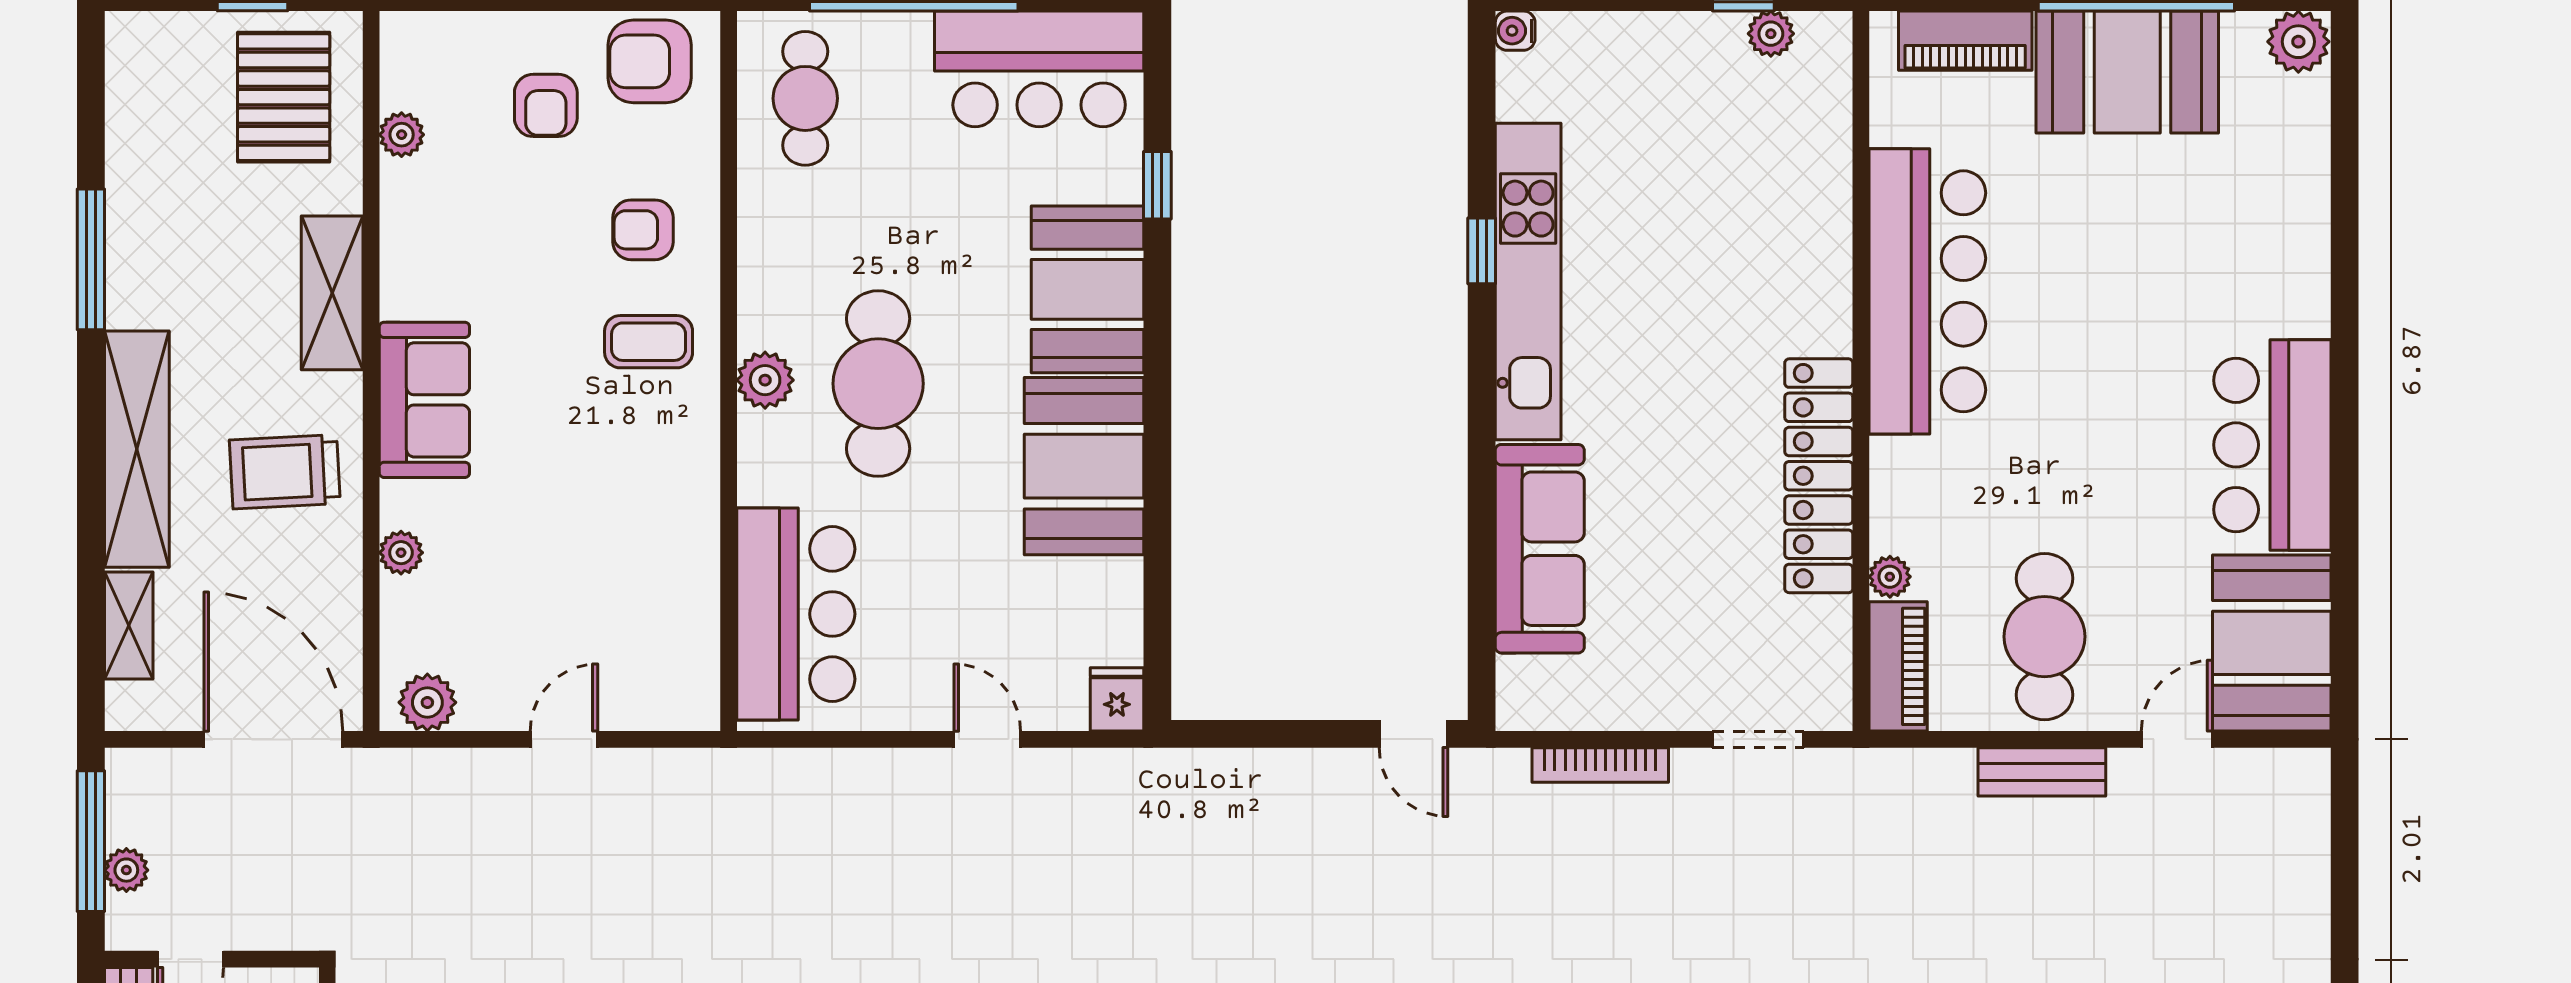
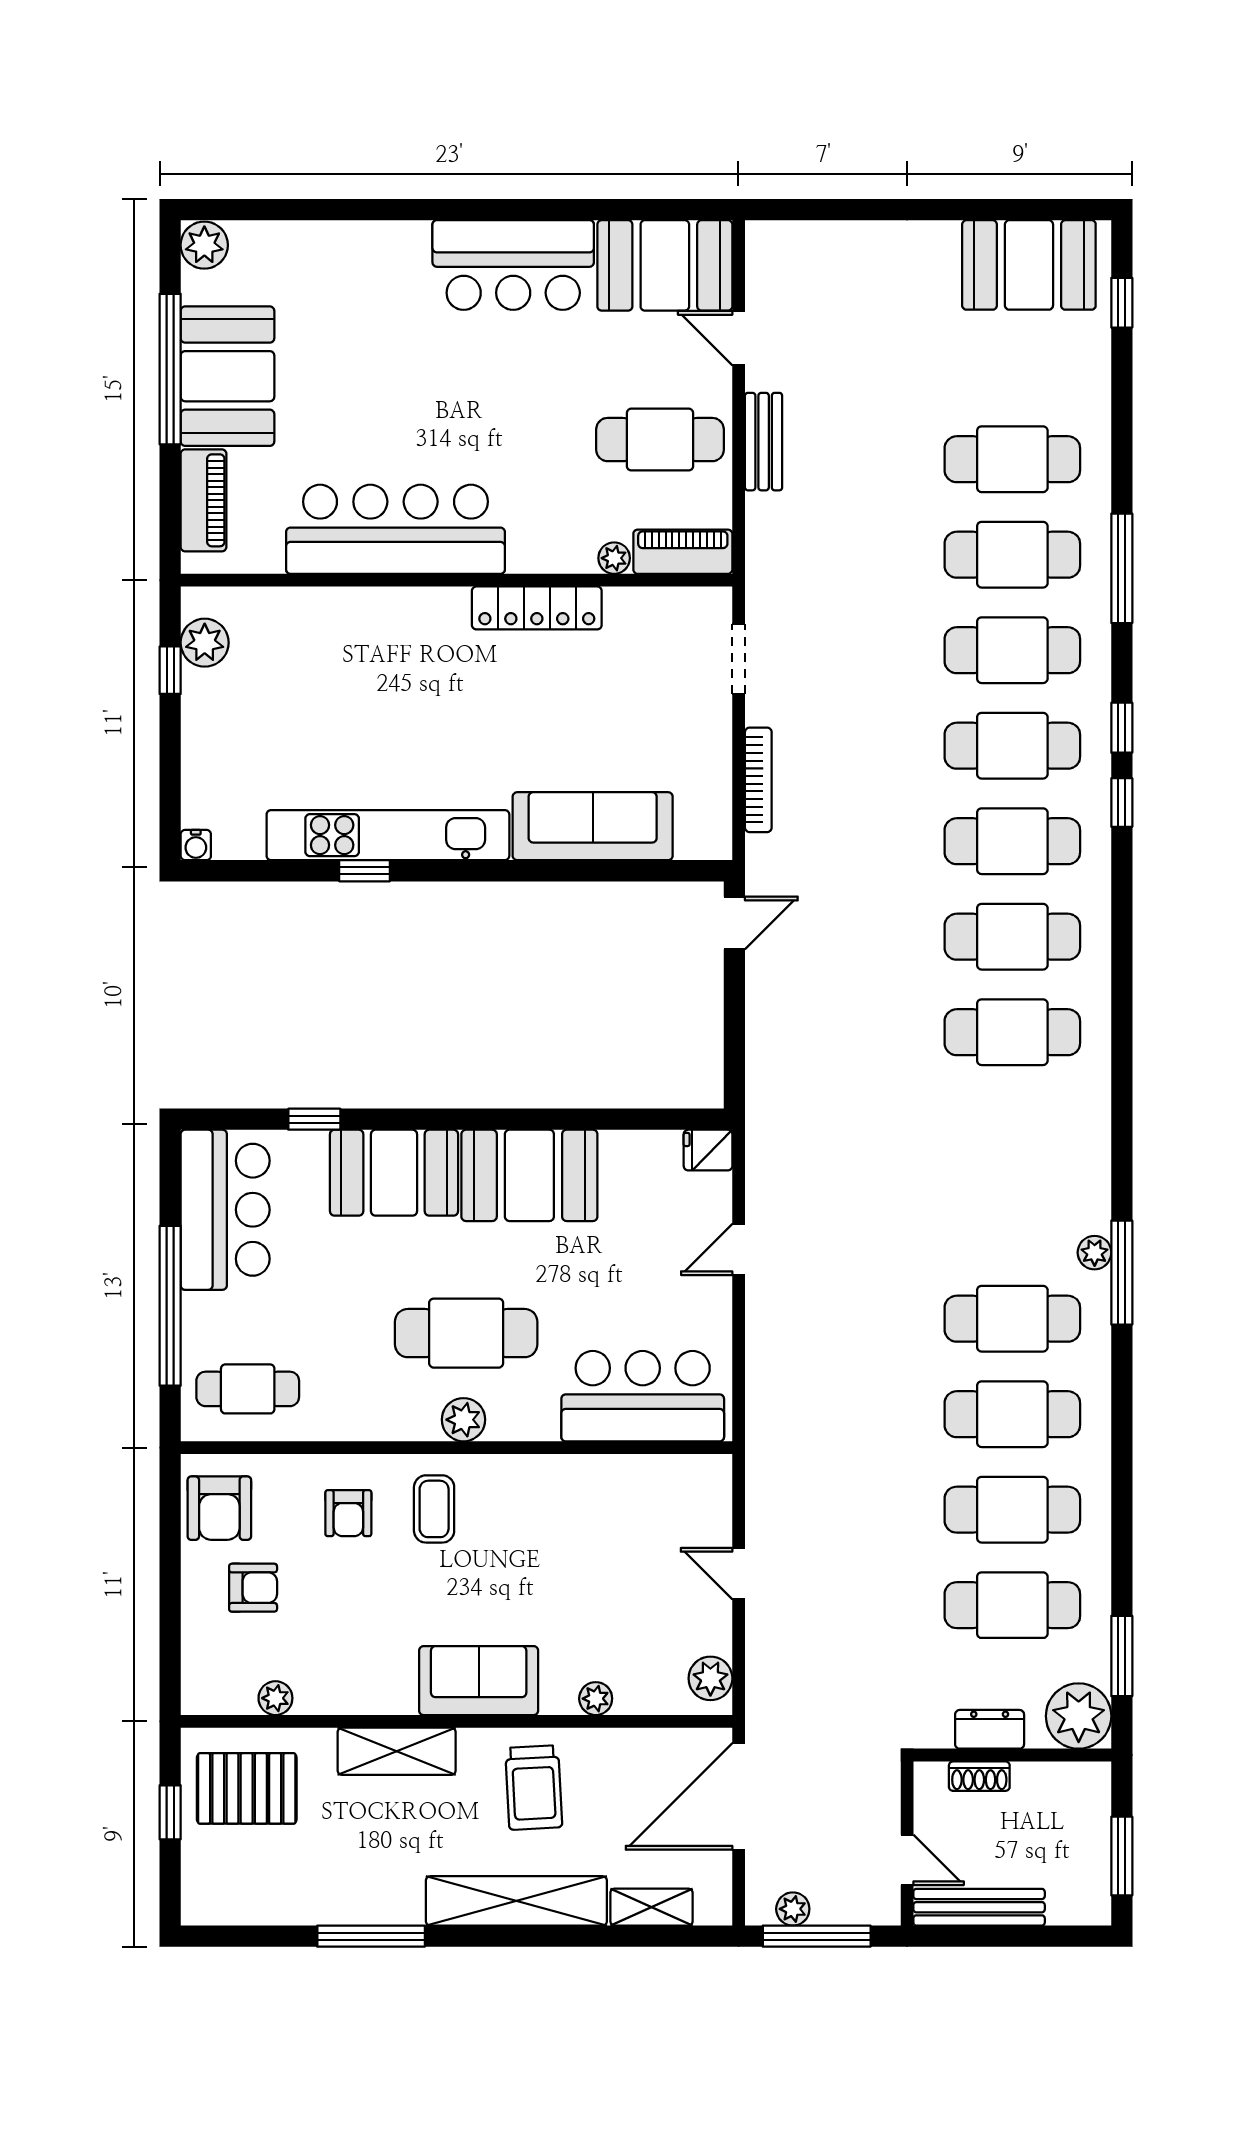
plant: (1771, 34) -> (205, 643), width x1.38, depth x1.38
locker: (1819, 476) -> (537, 608), width x0.71, depth x0.83
plant: (126, 870) -> (793, 1909), moved

